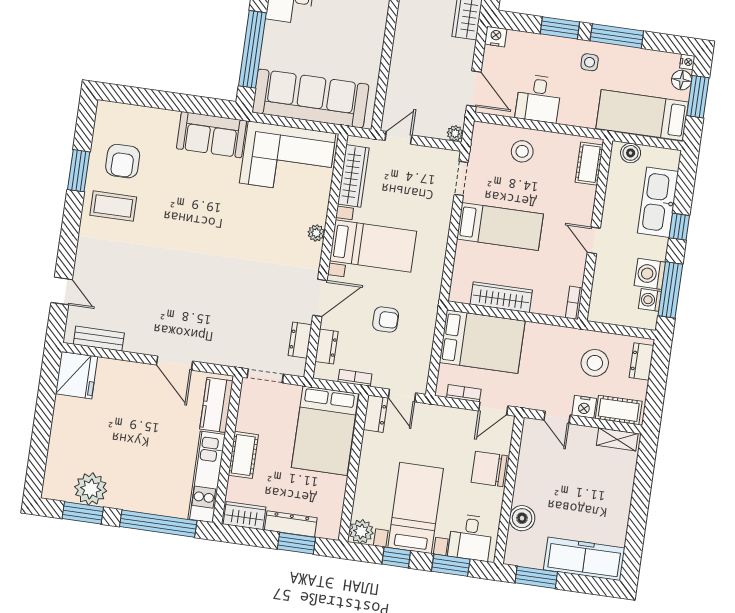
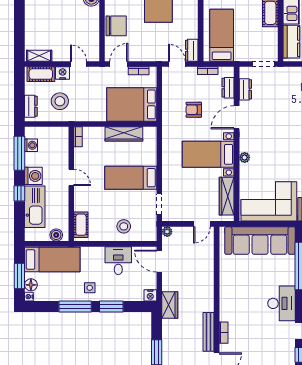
washing machine: (650, 274) -> (33, 176), moved
bed: (325, 431) -> (222, 35), width x0.67

